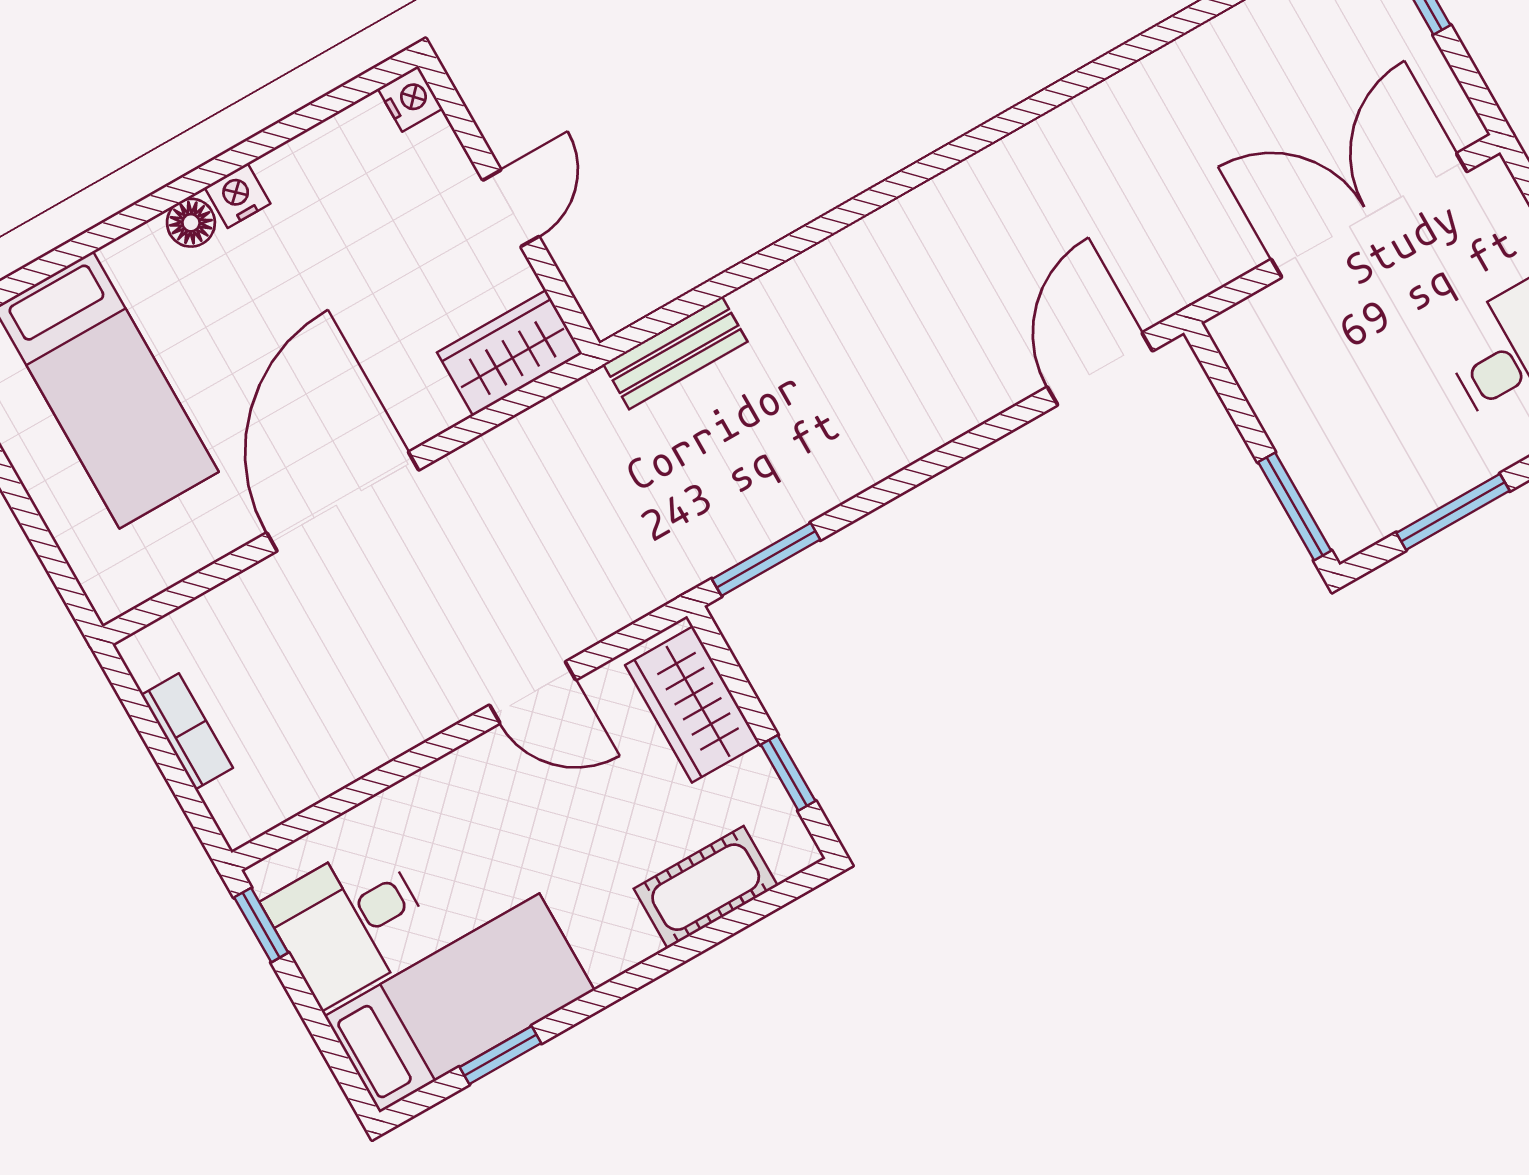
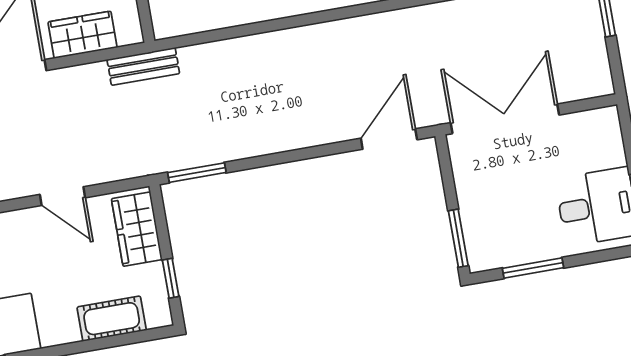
double door: (1369, 215) -> (505, 119), moved
wardrobe: (510, 353) -> (83, 35), moved
bench: (675, 353) -> (143, 66), moved

